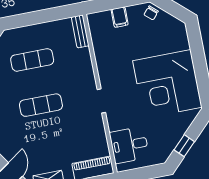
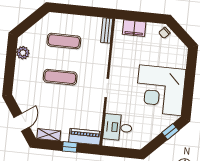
filing cabinet: (120, 17) -> (134, 28), width x2.00
window: (184, 146) -> (170, 132), moved

